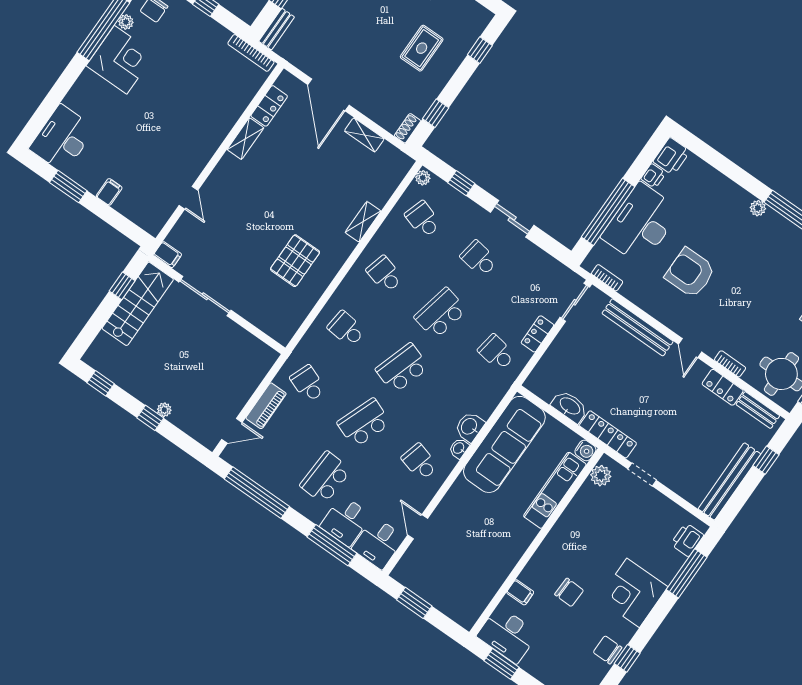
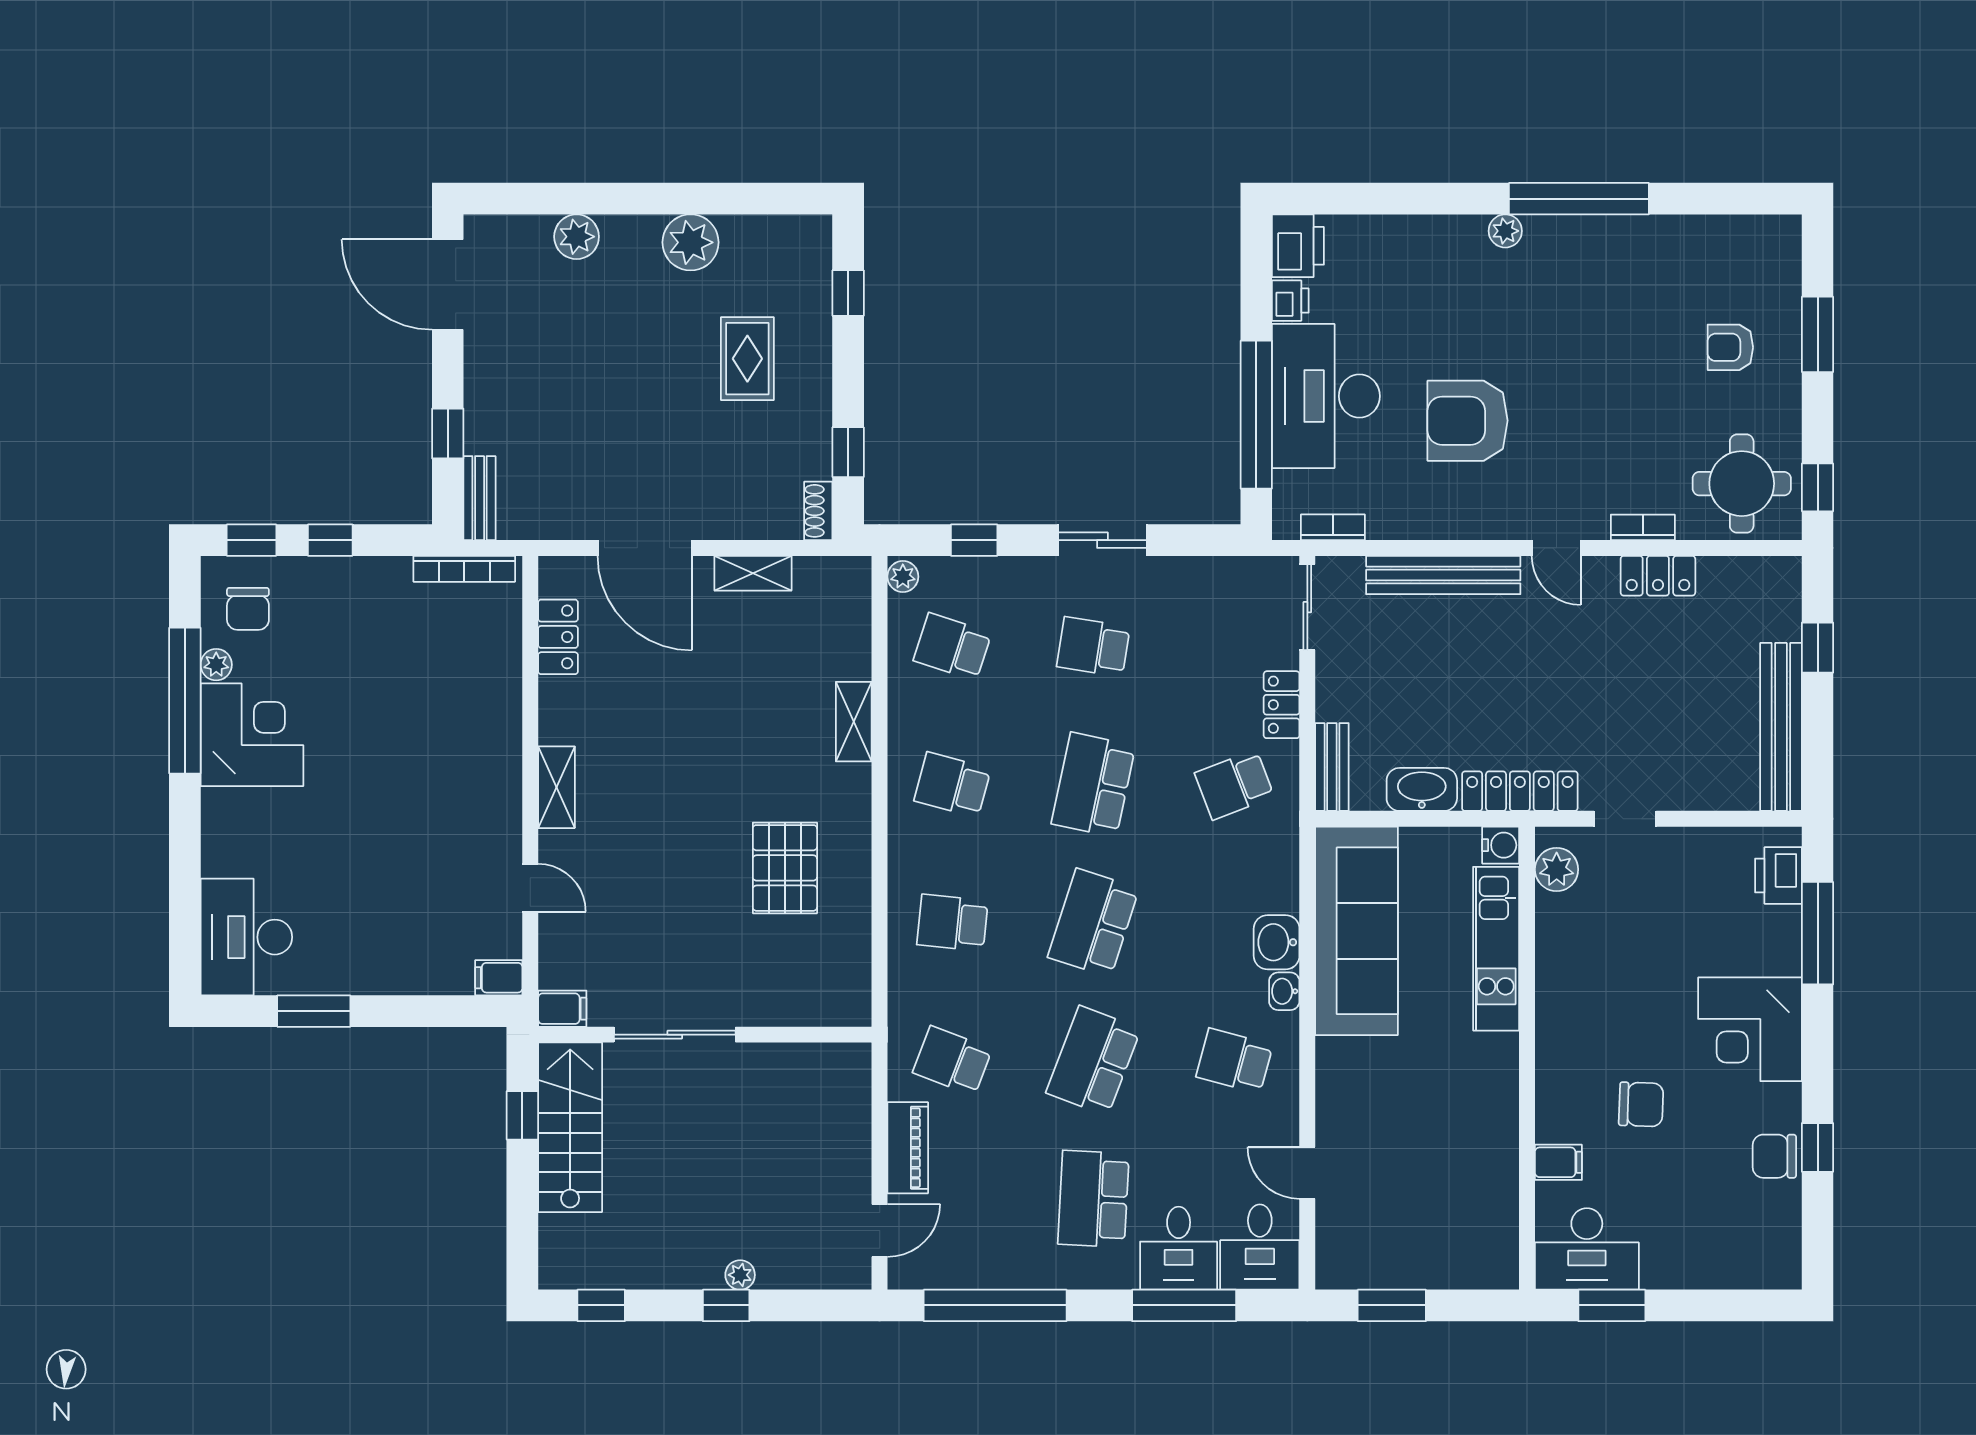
shelving: (245, 139) -> (556, 787), moved
filing cabinet: (109, 192) -> (499, 978), moved, turned -90
school desk: (496, 353) -> (1234, 785), turned -30
bench: (758, 410) -> (1332, 767), moved, turned 90

